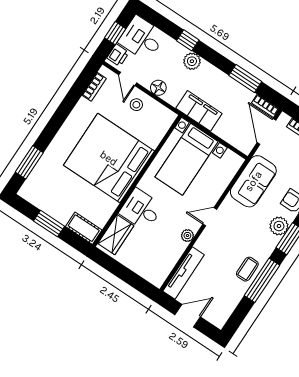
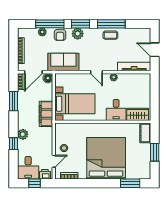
floor lamp: (158, 88) -> (48, 78), moved
bed: (109, 158) -> (106, 158), moved, turned 180

